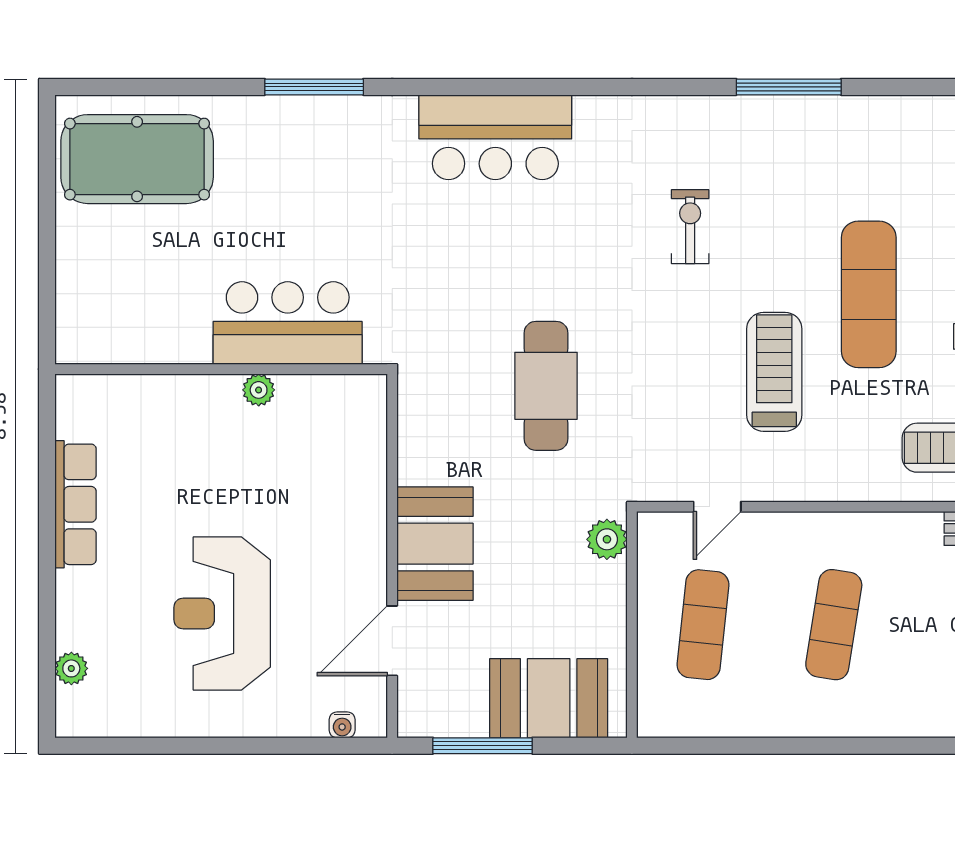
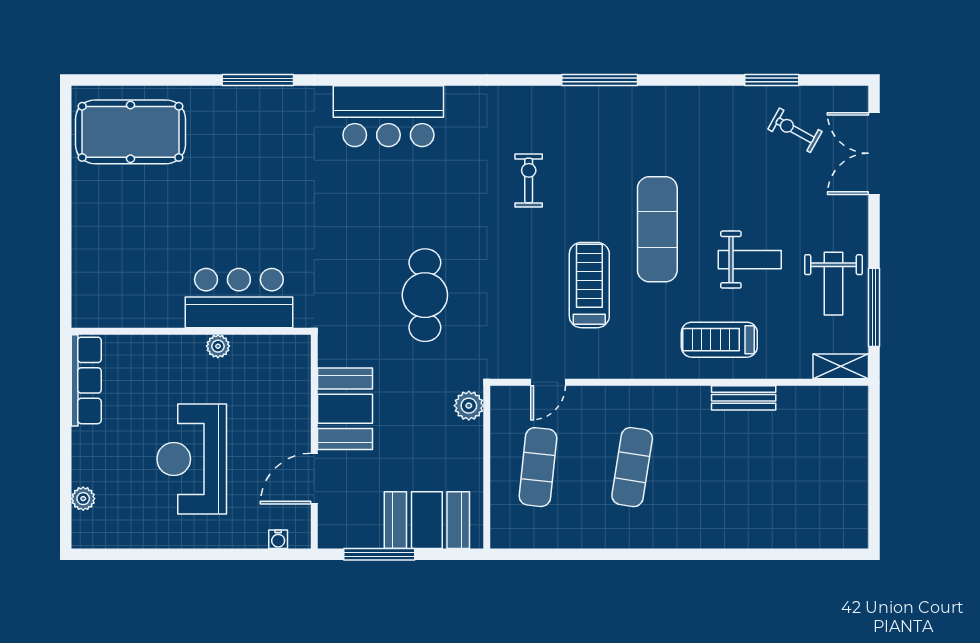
bar counter: (288, 323) -> (239, 298), moved
wall: (221, 369) -> (191, 331), moved
plant: (259, 390) -> (218, 346), moved

